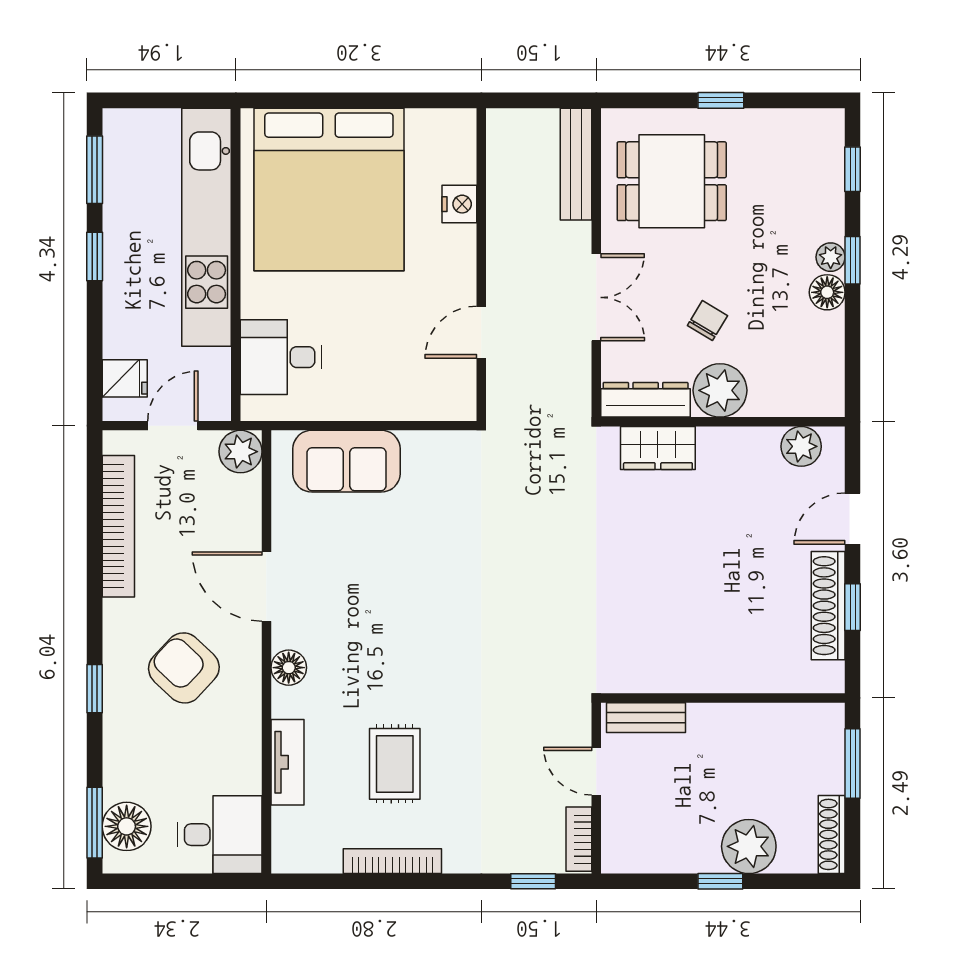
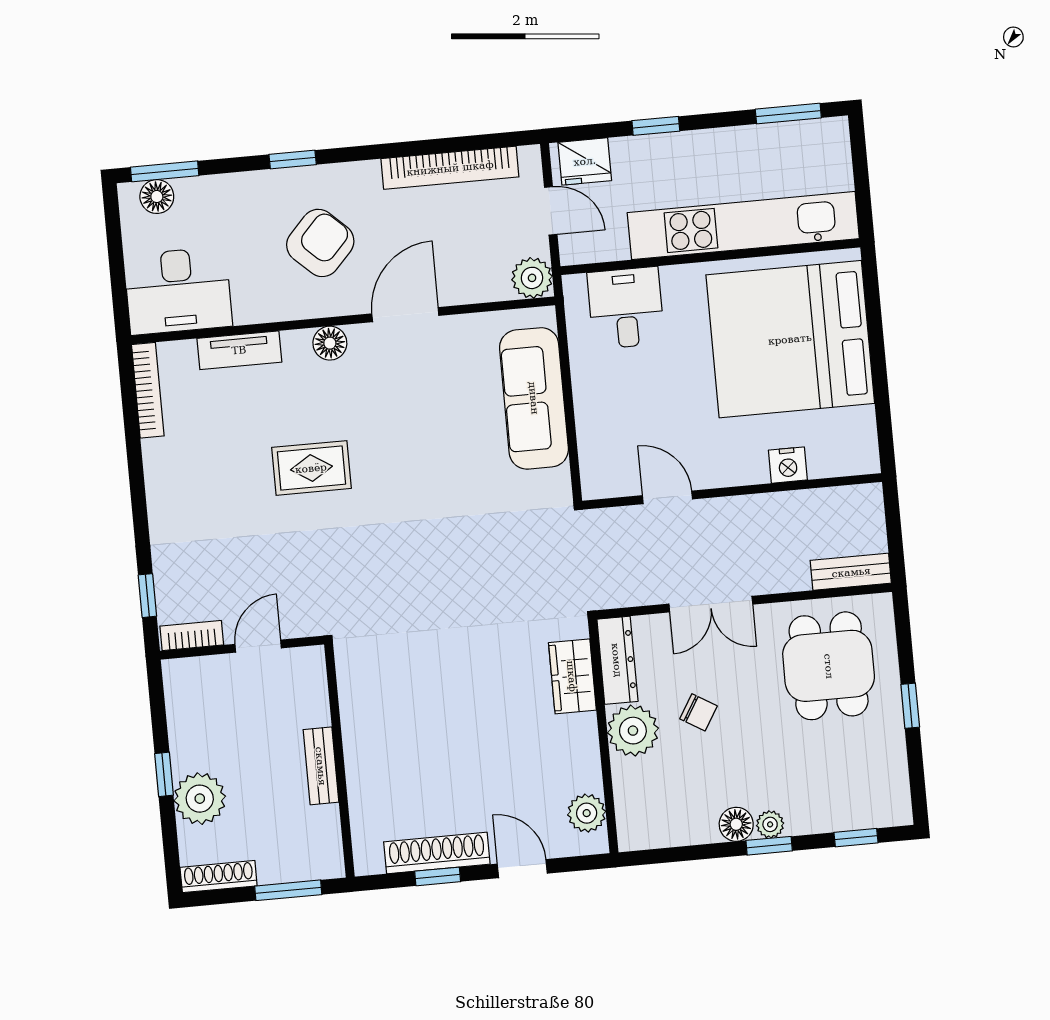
bench: (576, 164) -> (851, 572), width x0.73
window: (95, 256) -> (656, 126), moved
fridge: (125, 378) -> (585, 161), width x1.38
sofa: (346, 461) -> (534, 398), width x1.36
bench: (646, 718) -> (321, 766), moved
rug: (395, 764) -> (311, 468), moved
floor lamp: (127, 826) -> (157, 197), width x0.73, depth x0.73
desk: (220, 835) -> (178, 291), width x1.37
bookcase: (392, 861) -> (148, 390), moved

